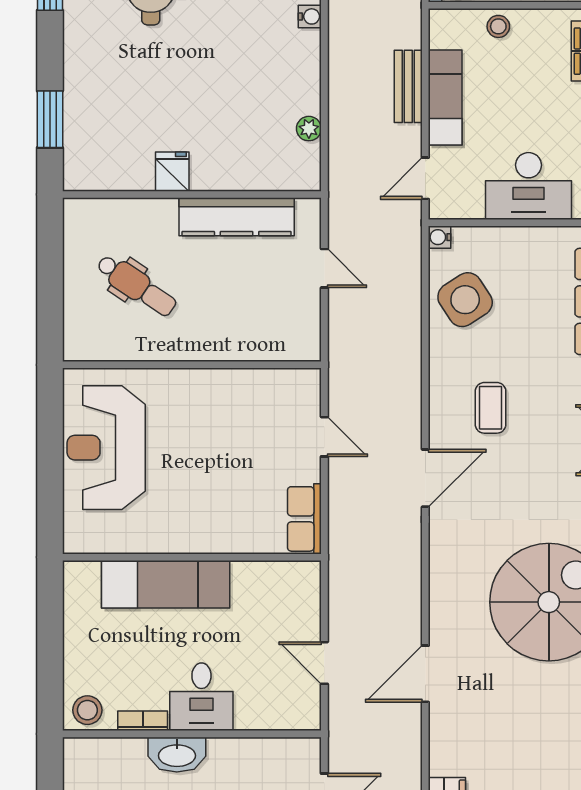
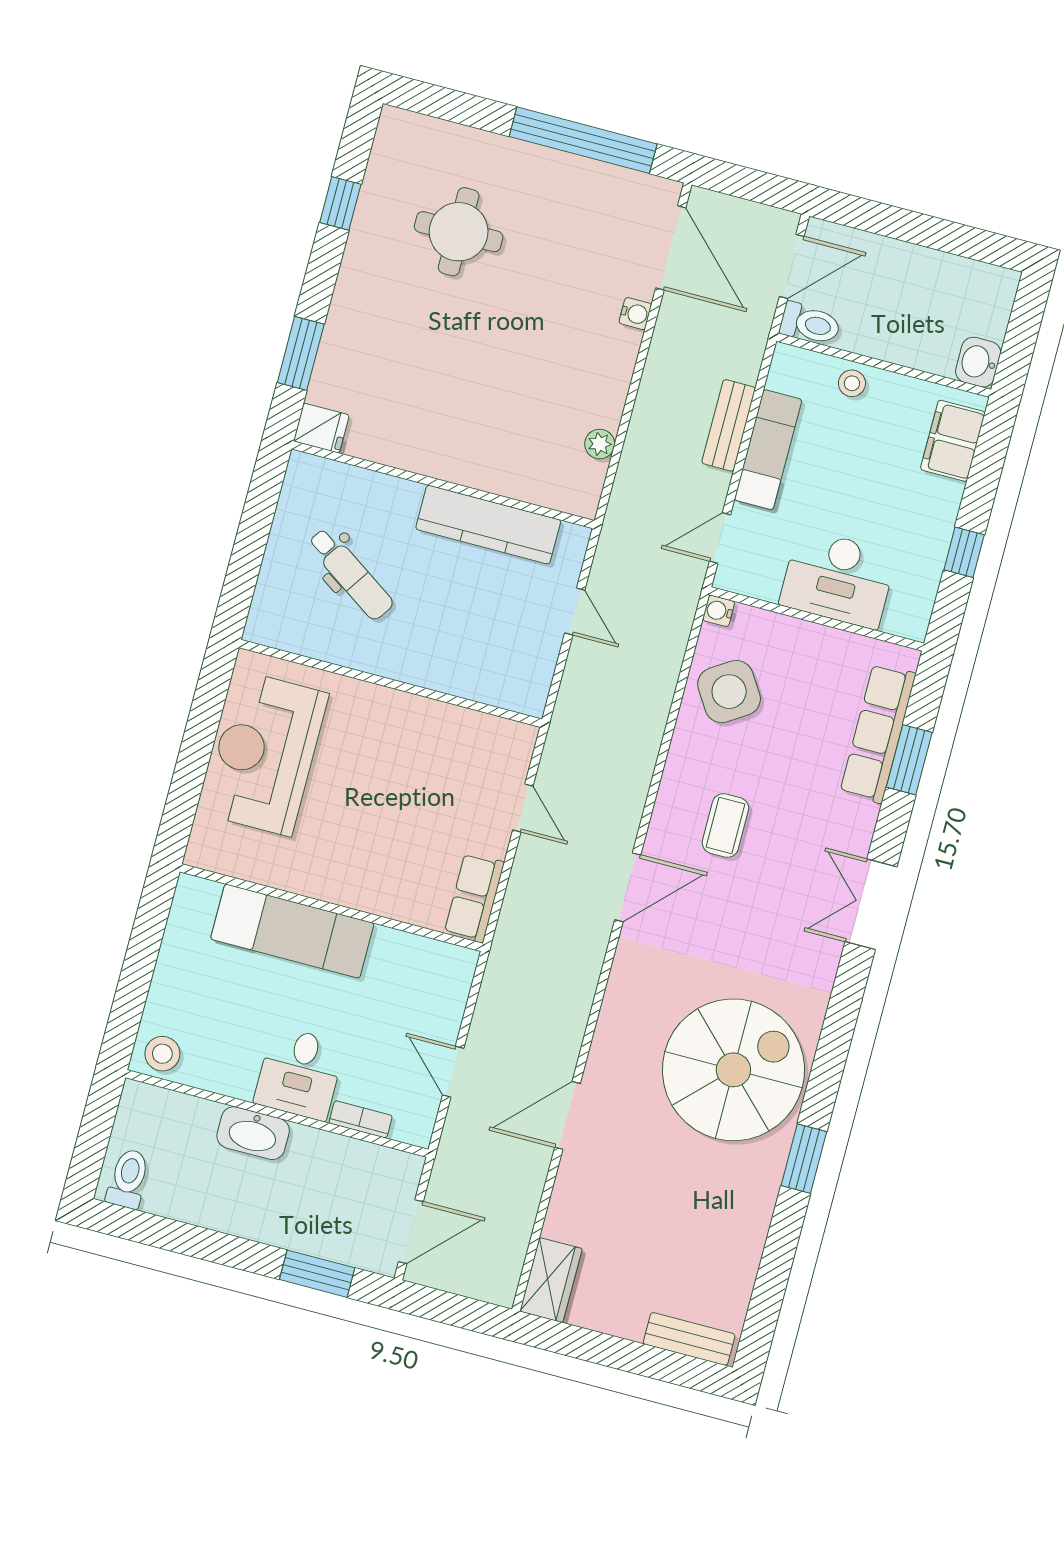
fridge: (172, 172) -> (321, 428), moved, turned 90
bookcase: (143, 721) -> (361, 1119), moved

